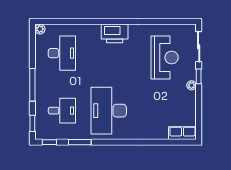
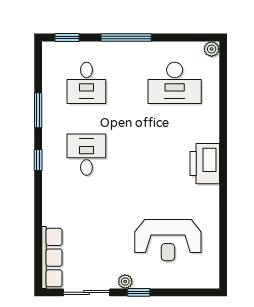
sliding door: (199, 47) -> (86, 292), moved
desk: (109, 111) -> (86, 155), width x0.53, depth x0.77
row of seats: (182, 133) -> (52, 258), width x1.48
window: (49, 142) -> (38, 160), moved

